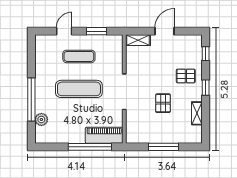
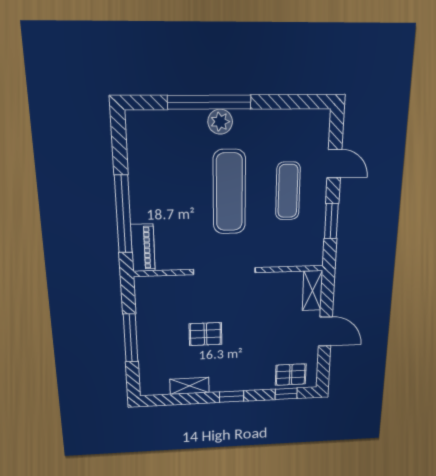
pallet: (186, 76) -> (291, 375), moved, turned 90
plant: (41, 119) -> (220, 122), moved
piano: (104, 135) -> (143, 248), width x0.73, depth x0.75

